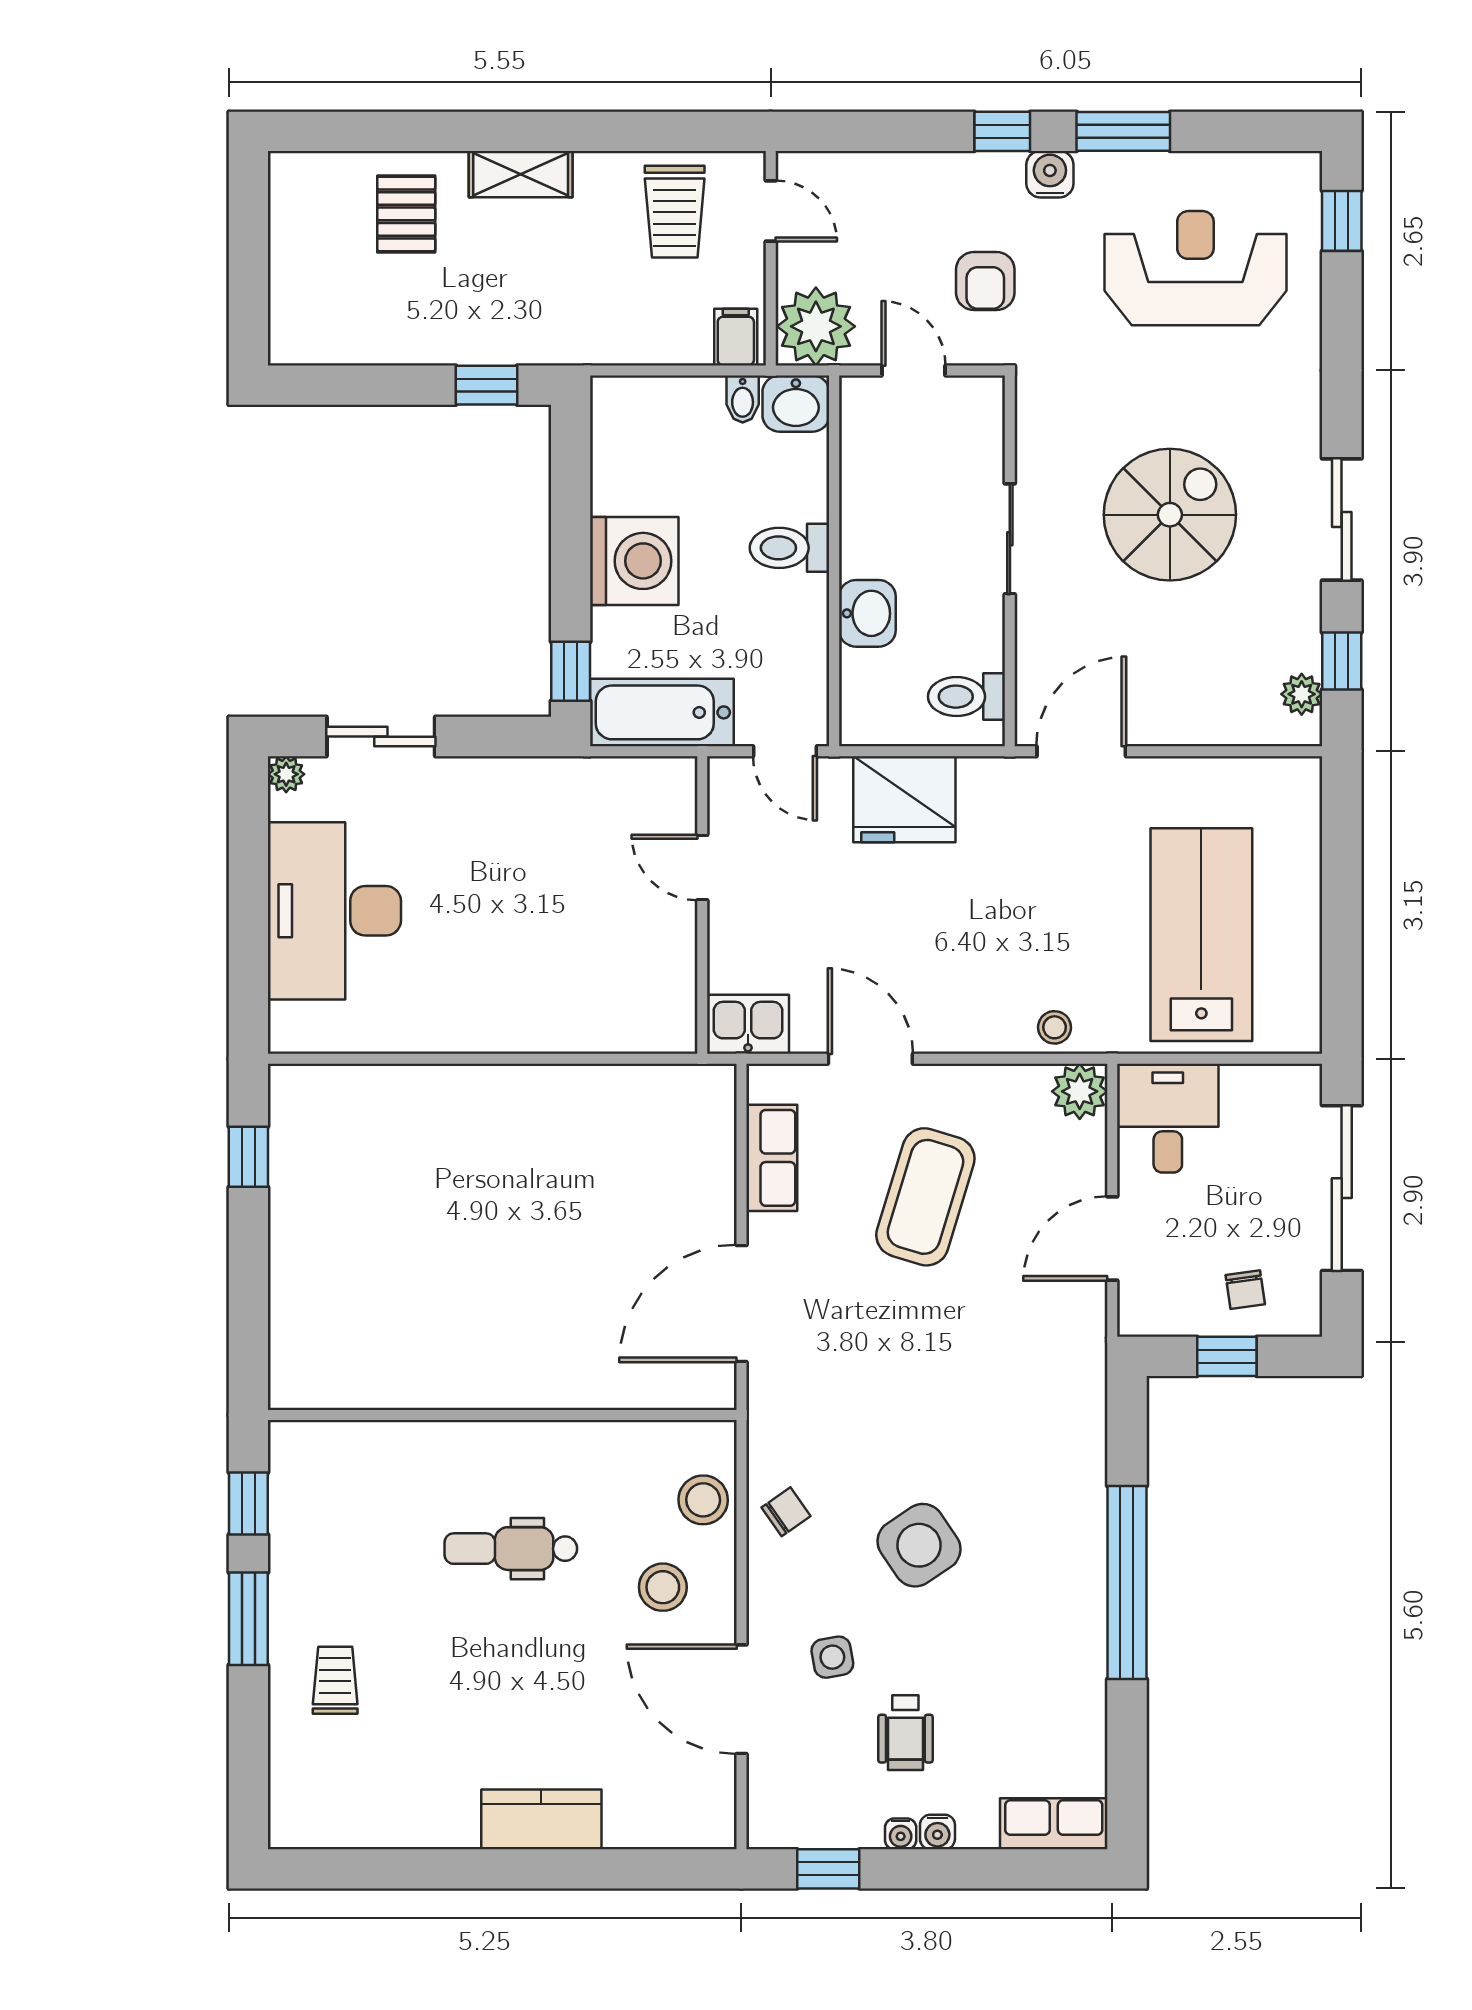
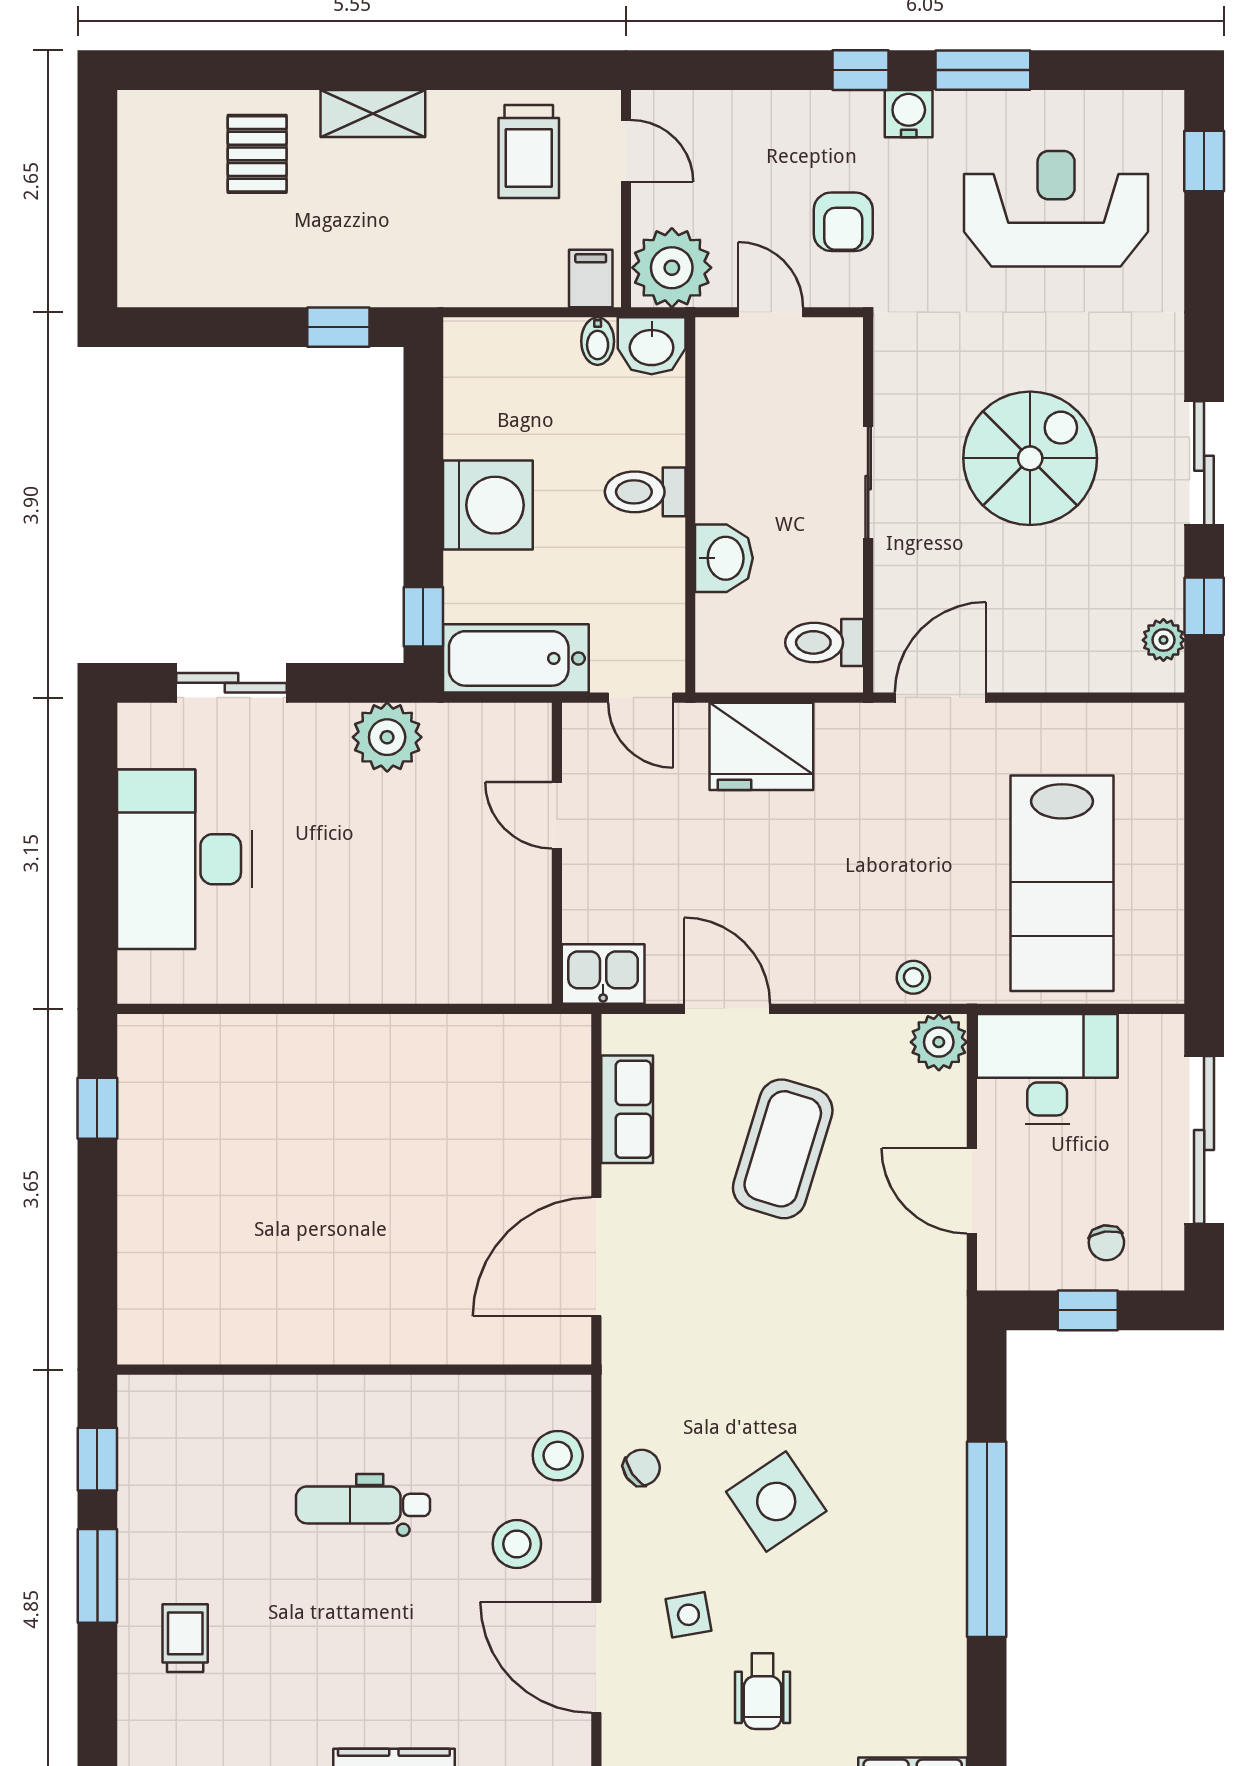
plant: (286, 774) -> (387, 737), moved, width x1.87, depth x1.87
lab bench: (1201, 935) -> (1062, 883), turned 180
desk: (1168, 1118) -> (1047, 1069), width x1.37
door: (1112, 1238) -> (972, 1191), hinge flipped

